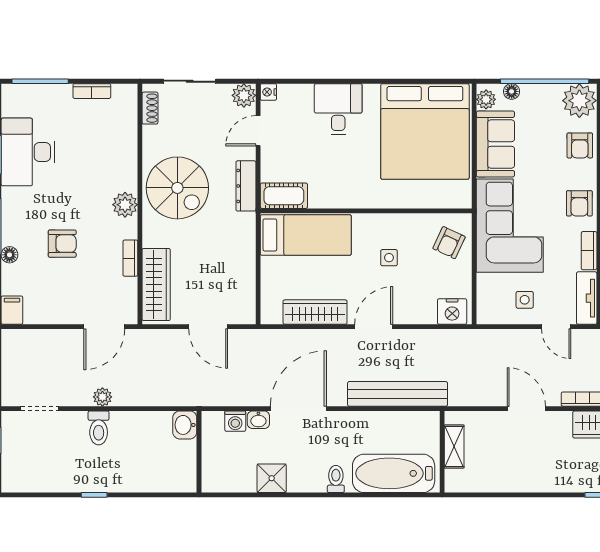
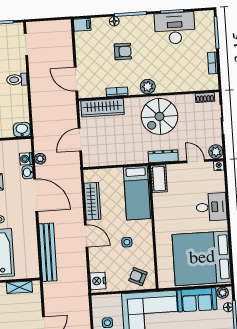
armchair: (62, 244) -> (123, 52), turned -90
plant: (102, 397) -> (40, 159), moved

